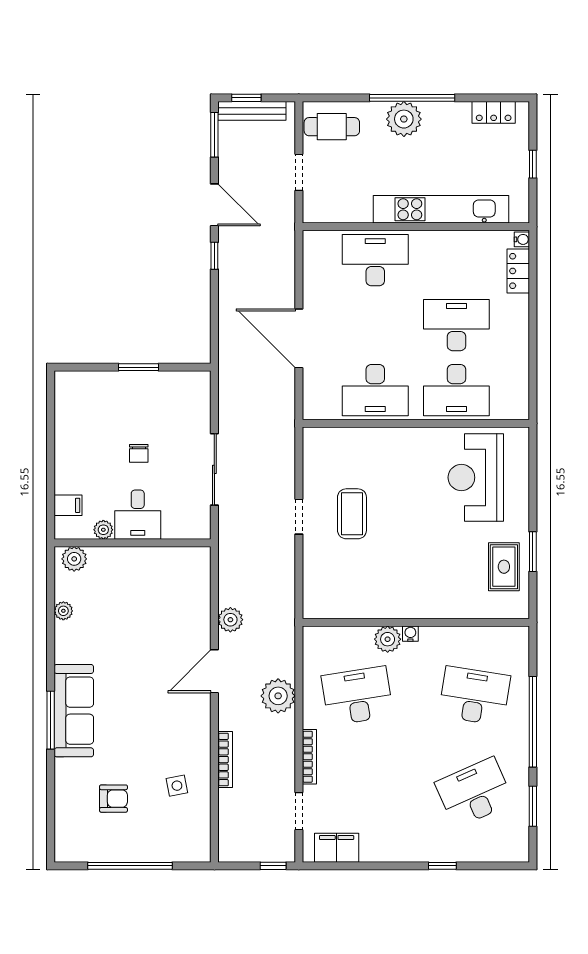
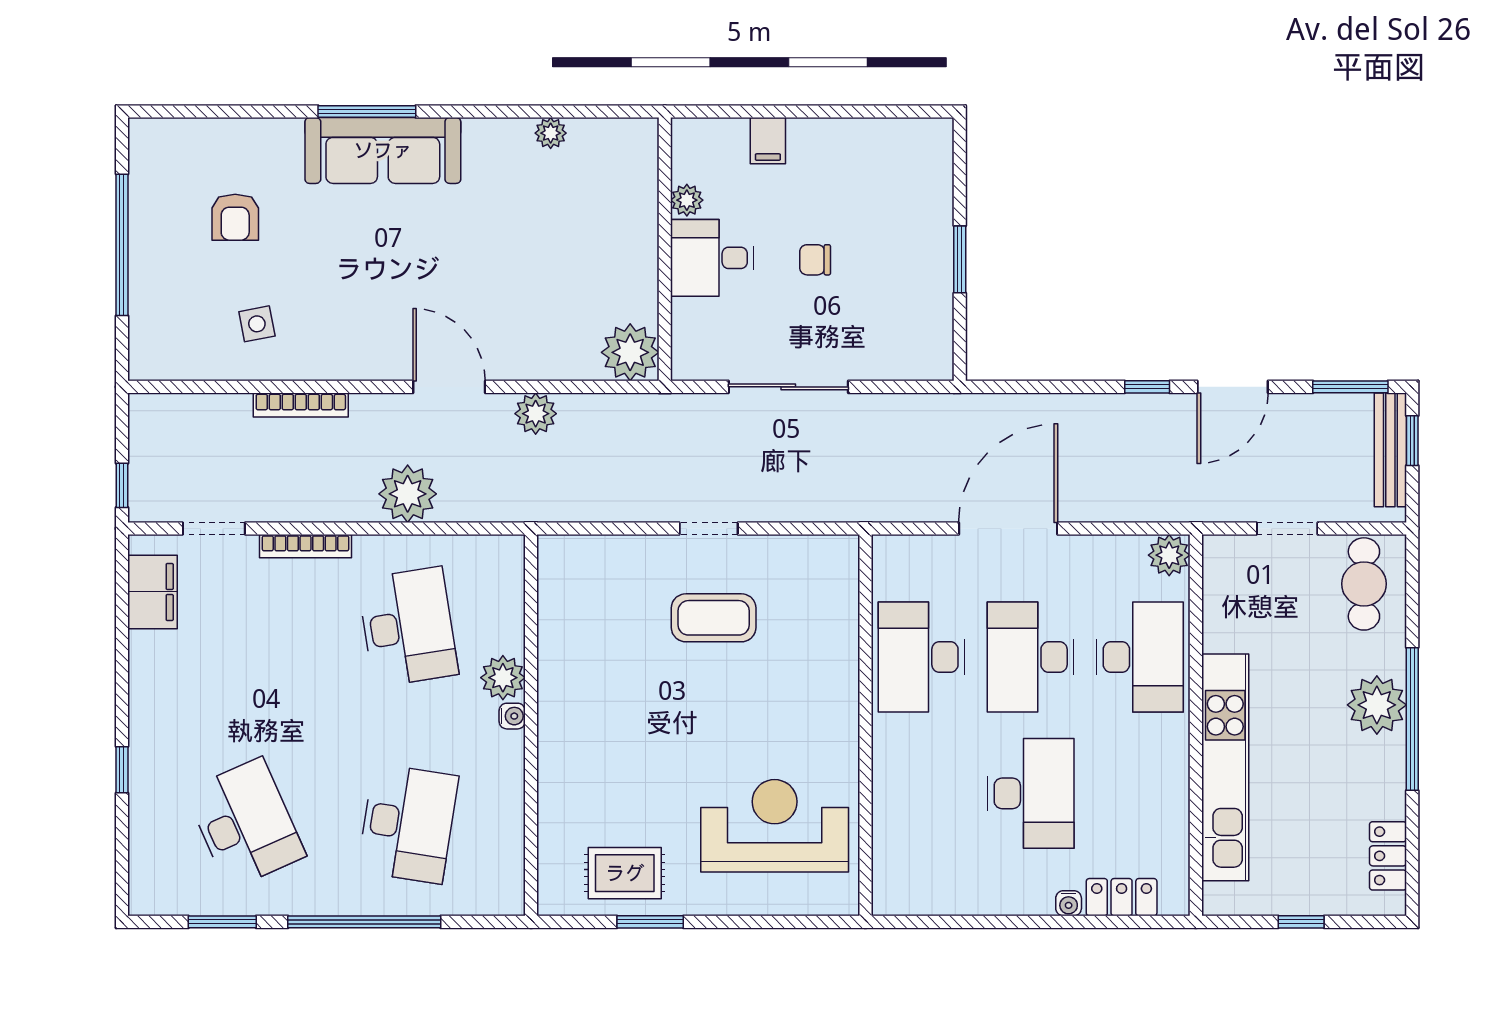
water cooler: (522, 239) -> (1069, 903), moved
plant: (315, 243) -> (1169, 555), added
desk: (456, 390) -> (1031, 657), moved
filing cabinet: (68, 505) -> (768, 141), moved
plant: (74, 559) -> (630, 352), moved, width x1.36, depth x1.36

